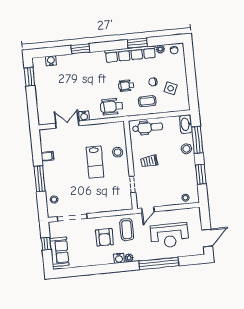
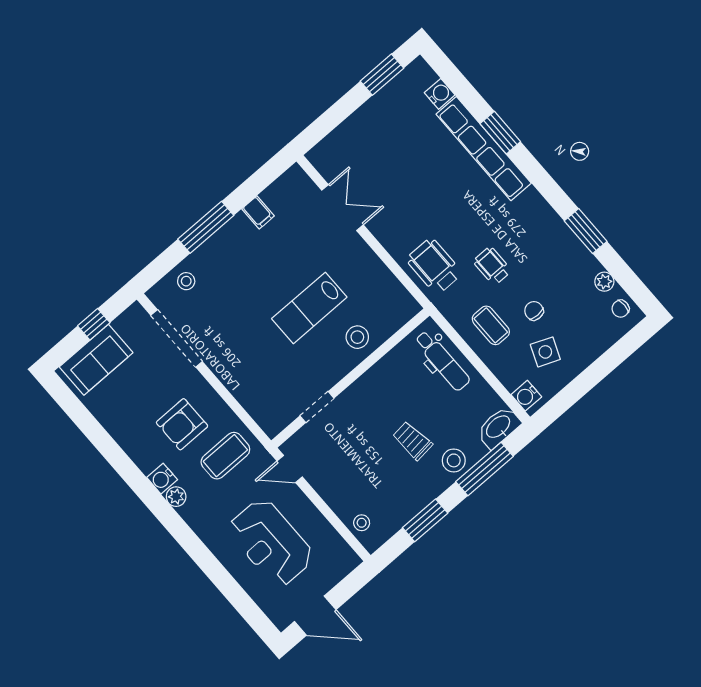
row of seats: (130, 54) -> (484, 149), moved
water cooler: (84, 116) -> (526, 396), moved
trolley: (149, 161) -> (412, 441), moved
window: (159, 263) -> (205, 559), removed

